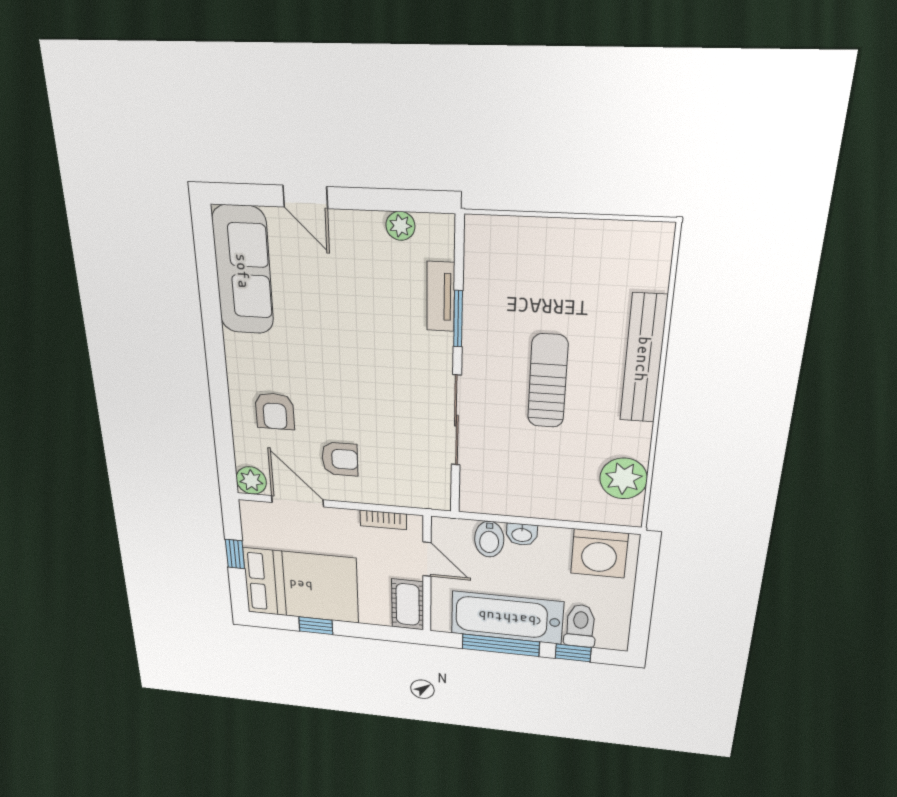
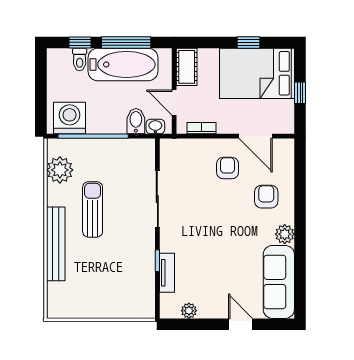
window: (458, 319) -> (157, 261), width x0.67
sun lounger: (548, 381) -> (93, 209), moved, turned 180
armchair: (340, 459) -> (228, 168), turned 90
plant: (251, 480) -> (285, 234), moved
window: (561, 524) -> (93, 136), added
washbasin: (522, 534) -> (155, 127), moved
toilet: (580, 626) -> (80, 60), width x0.73, depth x0.72

